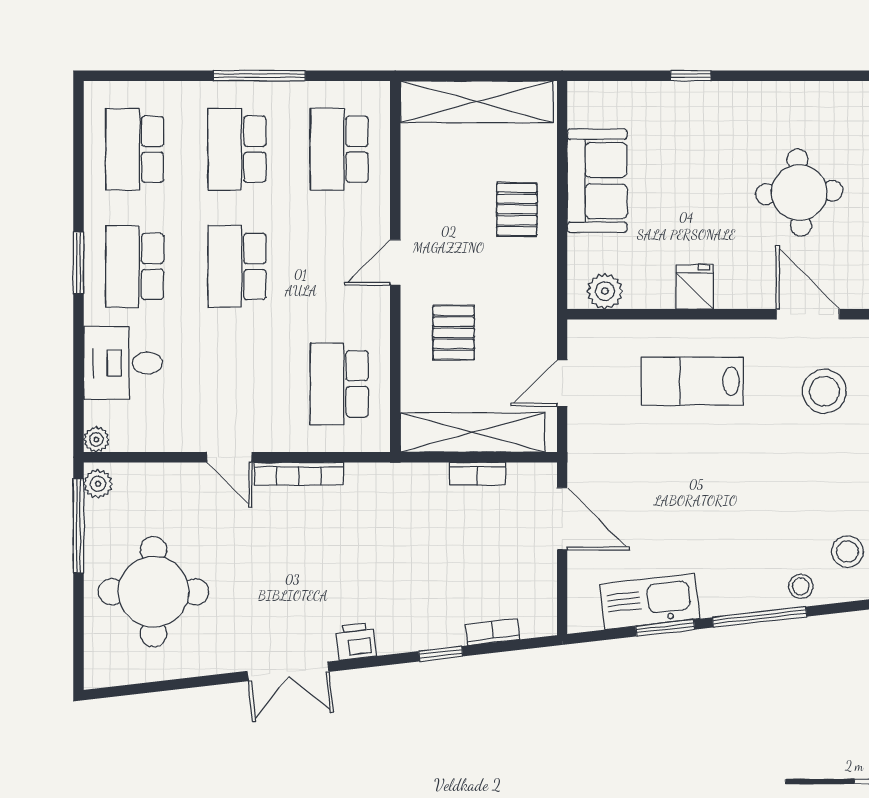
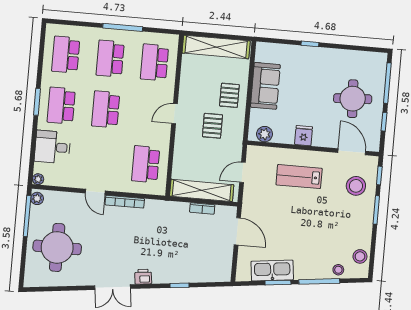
pallet: (454, 333) -> (212, 126), moved
bookcase: (493, 632) -> (203, 278), removed

